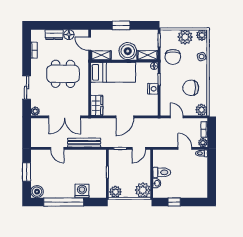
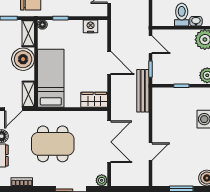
dining table: (63, 74) -> (53, 144), turned 90
nightstand: (153, 89) -> (91, 26), moved
bench: (84, 143) -> (143, 91), moved

